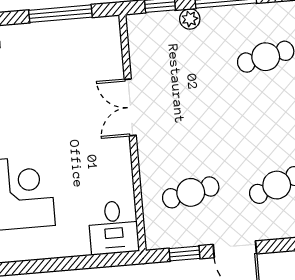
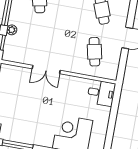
window: (185, 254) -> (123, 63), removed

